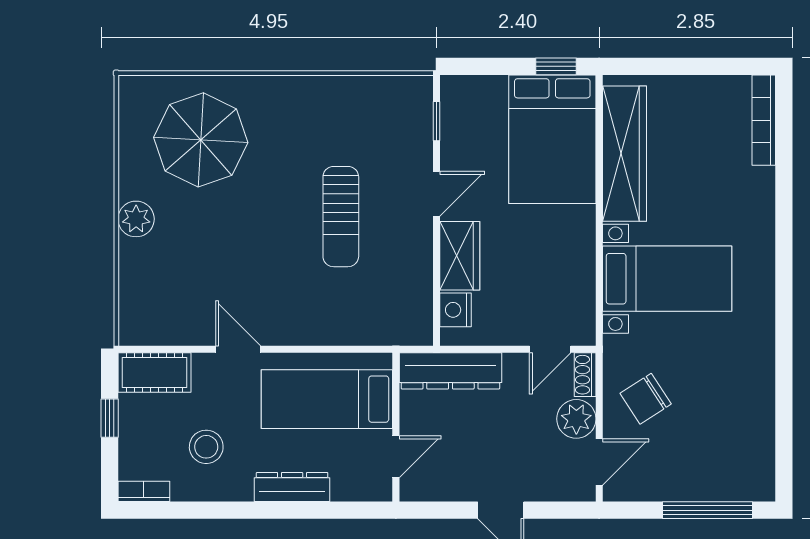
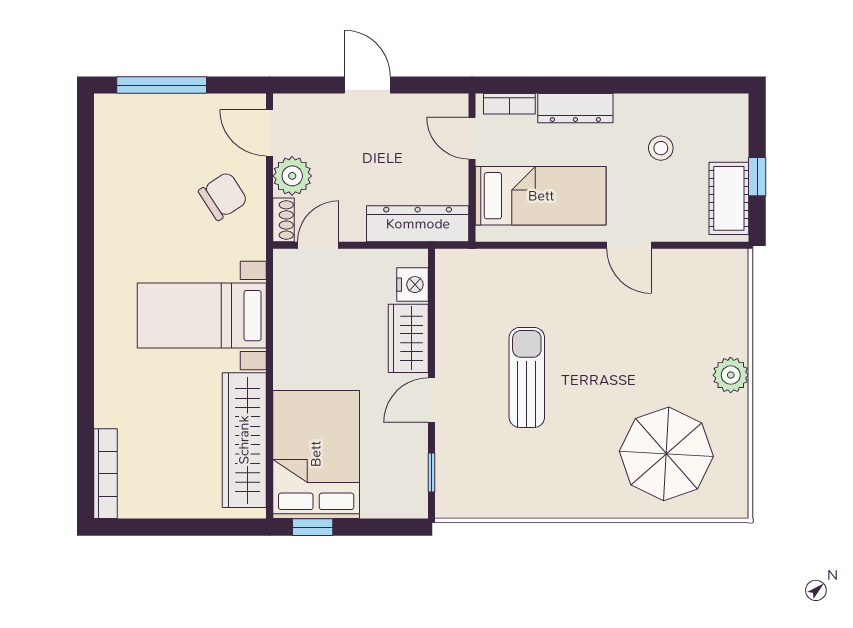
cot: (155, 372) -> (729, 198), moved, turned 90
stool: (206, 447) -> (661, 148), width x0.73, depth x0.73
door: (396, 457) -> (472, 138), hinge flipped
door: (599, 462) -> (269, 133), hinge flipped
bookcase: (144, 491) -> (509, 104), moved

